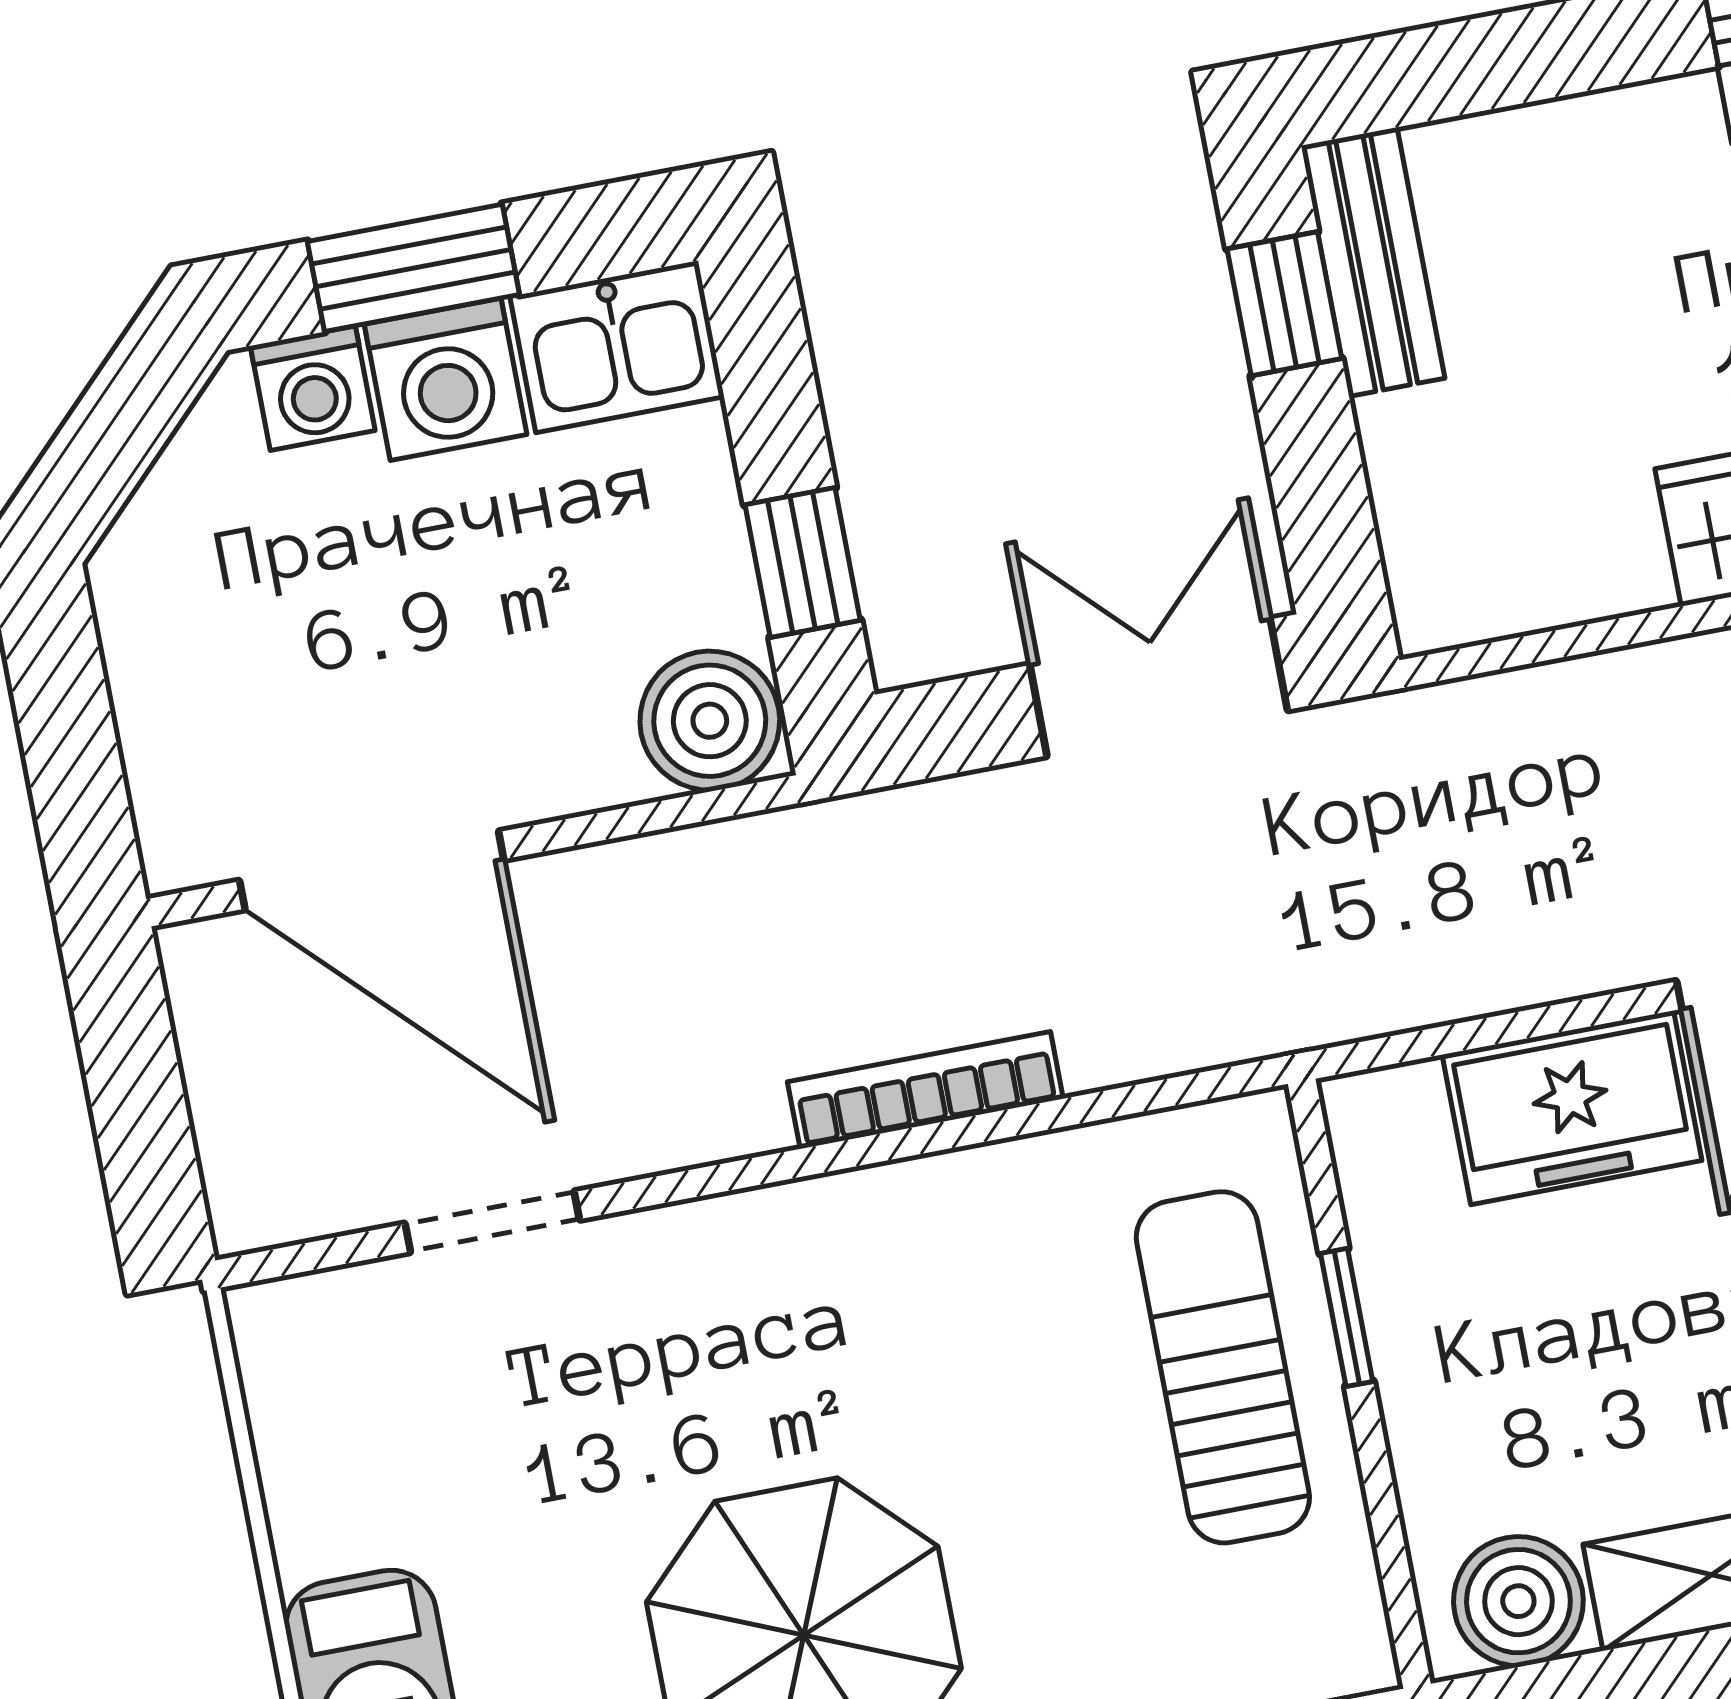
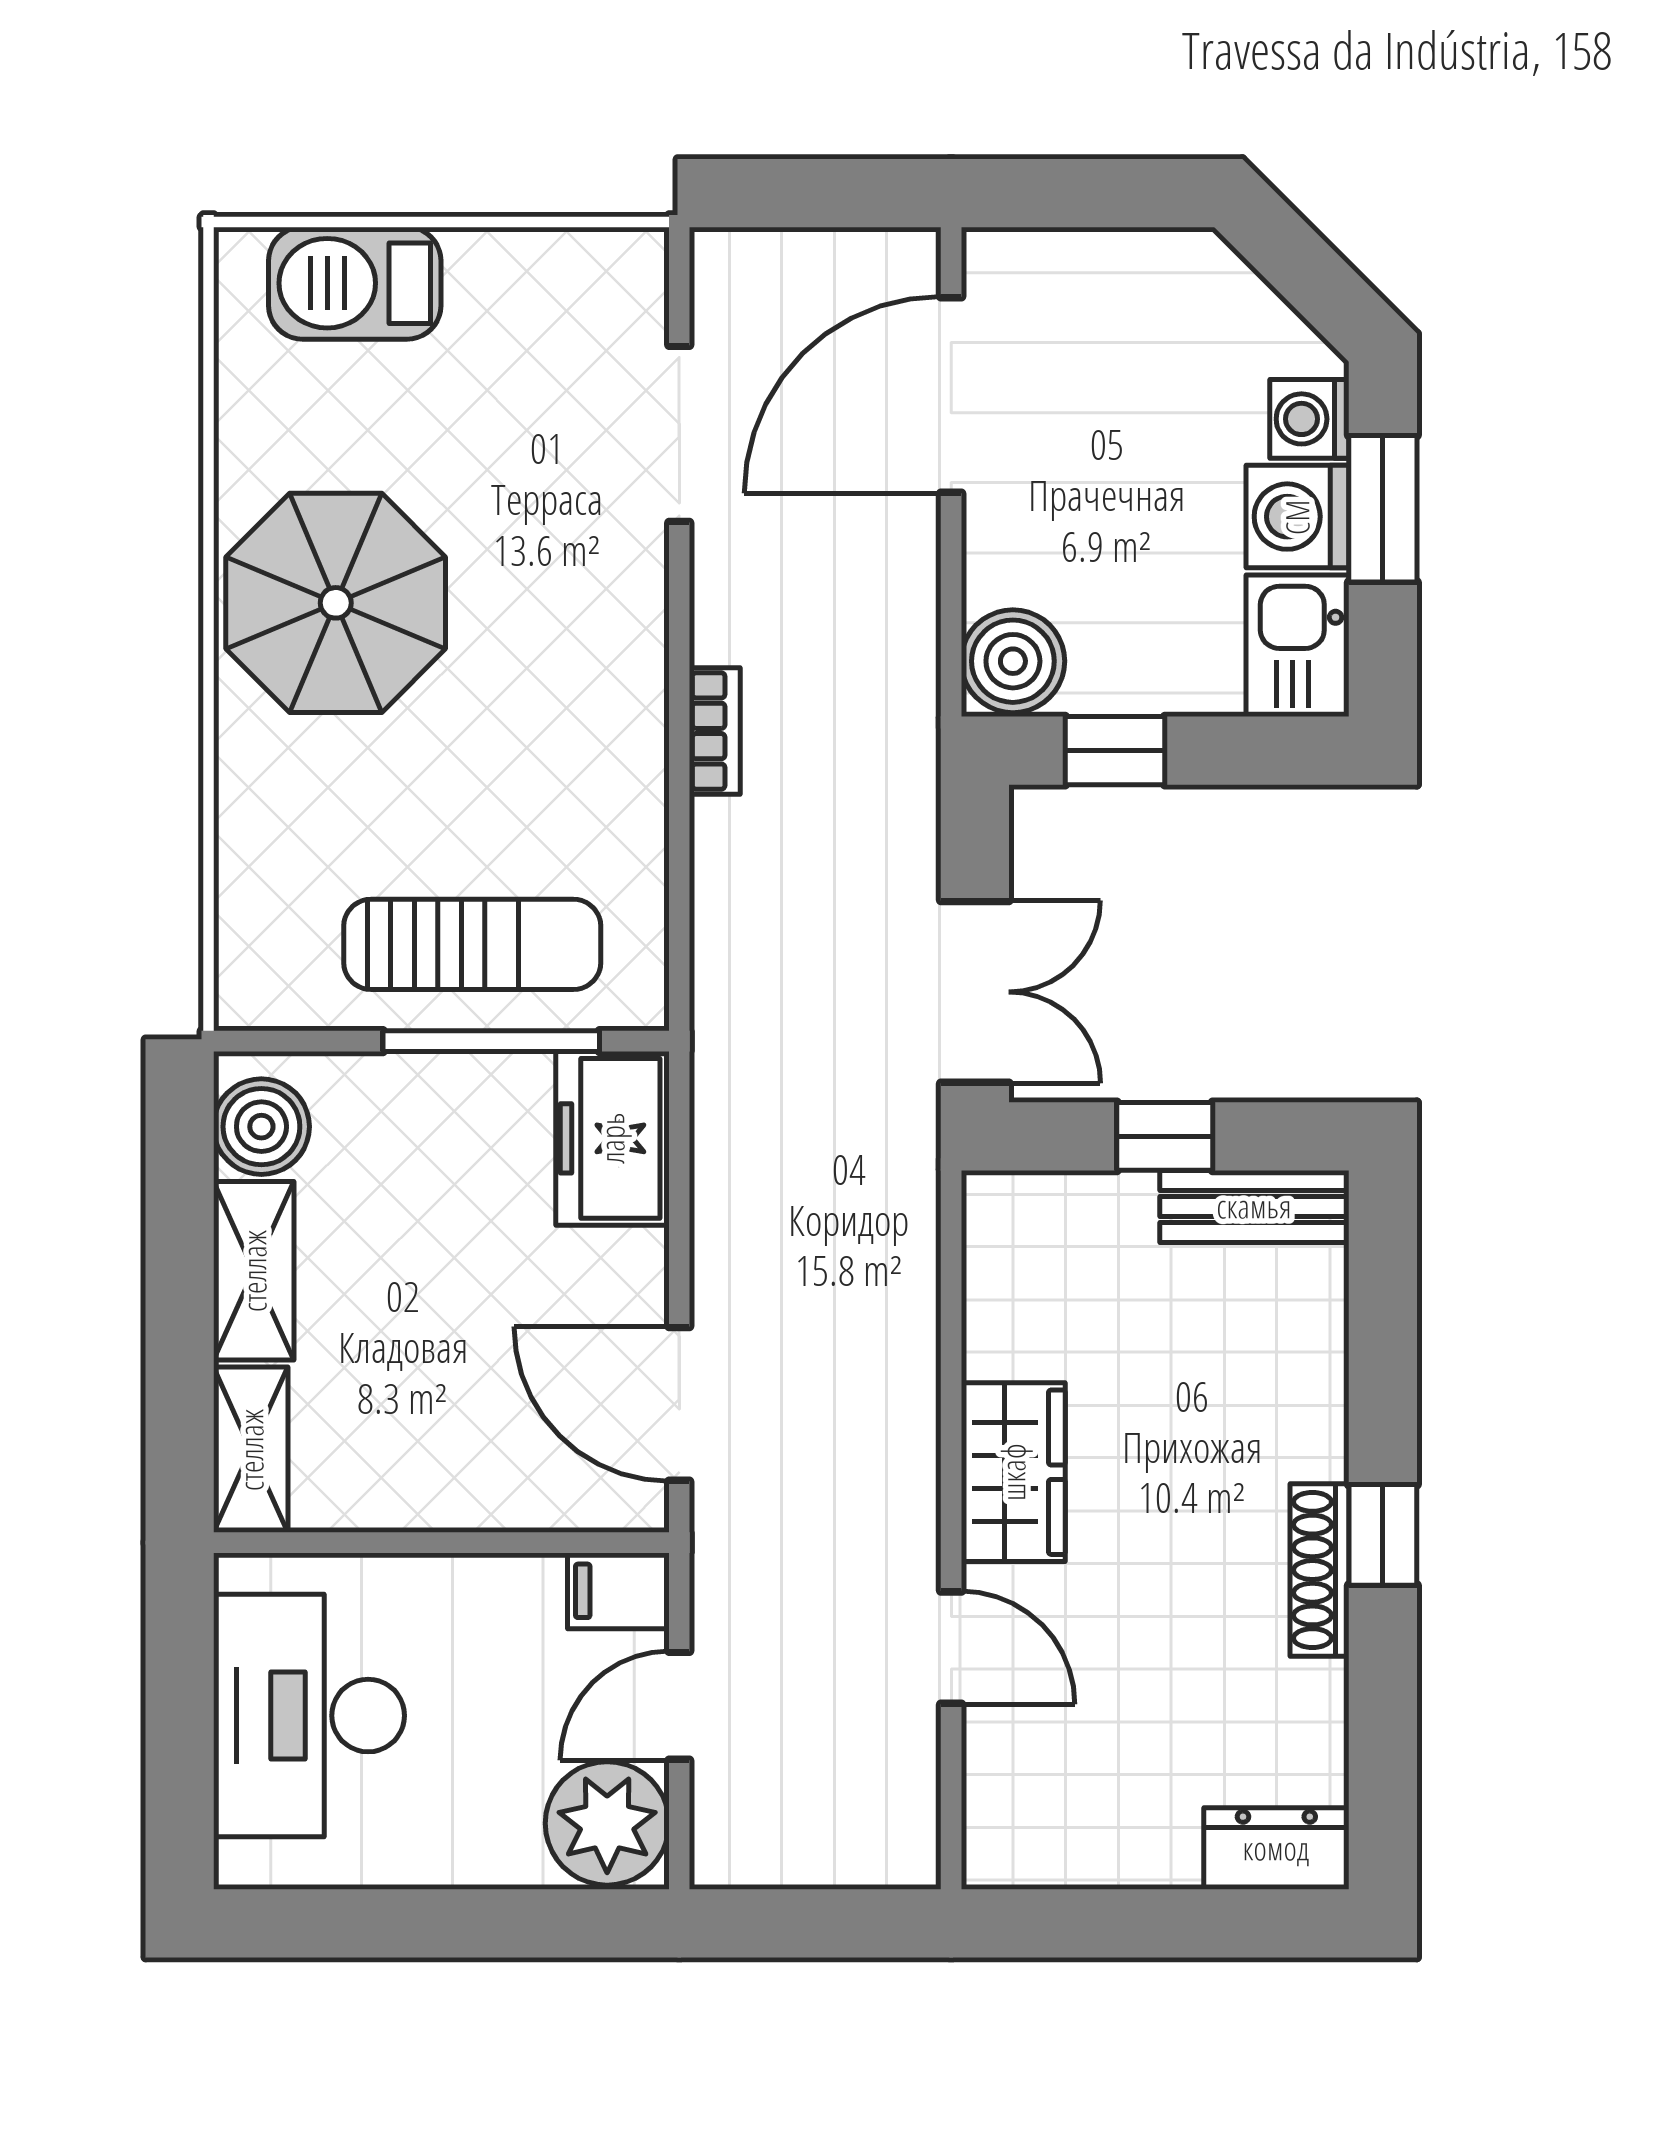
window: (1284, 304) -> (1165, 1136), moved
bookcase: (925, 1090) -> (715, 731), width x0.64
freezer: (1572, 1108) -> (612, 1138), moved
doorway: (492, 1222) -> (679, 434), width x1.38
window: (1347, 1317) -> (491, 1041), width x2.17

